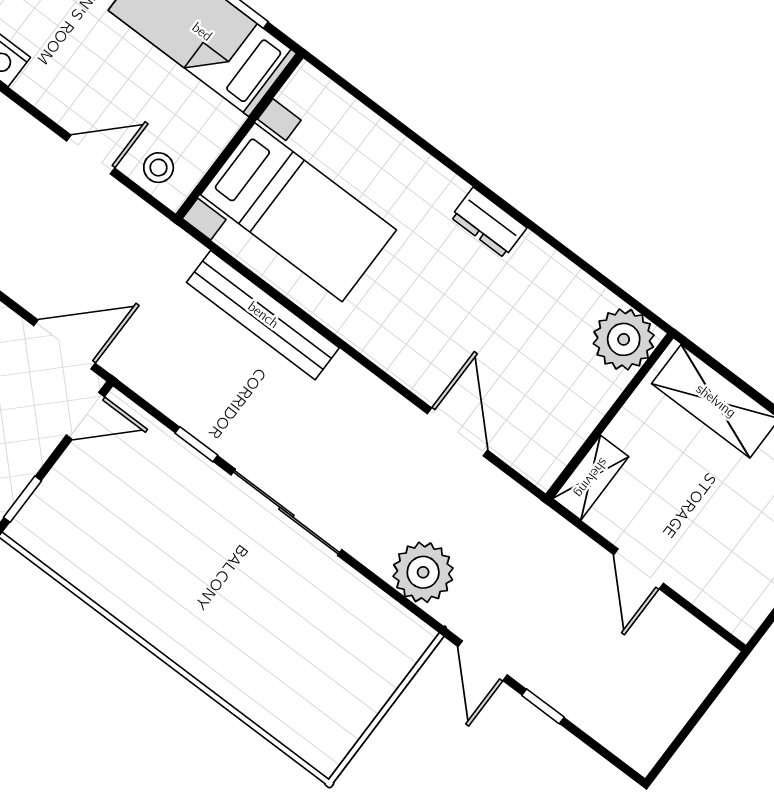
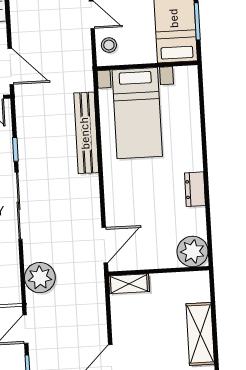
plant: (624, 339) -> (193, 252), moved
wall: (610, 416) -> (159, 271), moved
shelving: (591, 478) -> (129, 284), moved

